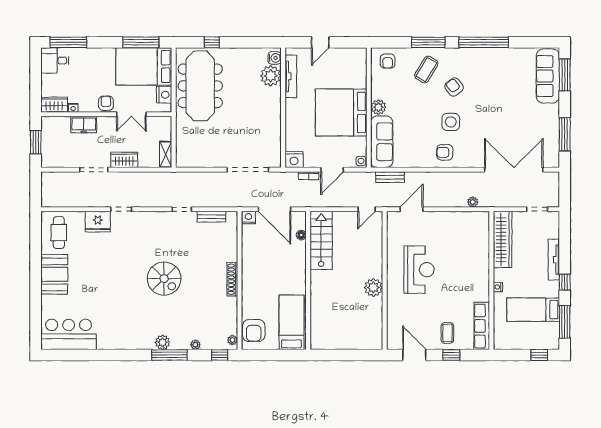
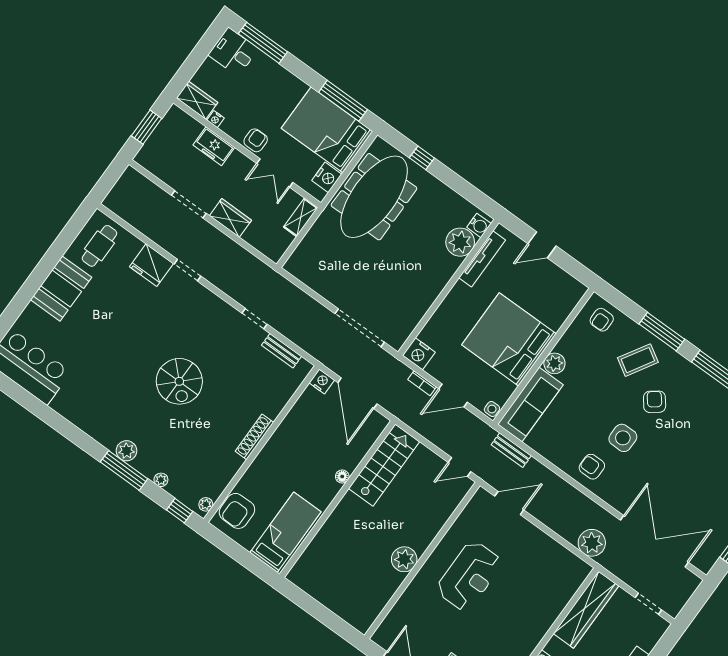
shelving: (166, 154) -> (301, 217), moved
plant: (473, 202) -> (592, 543), width x1.88, depth x1.88
floor lamp: (301, 235) -> (342, 477), moved

